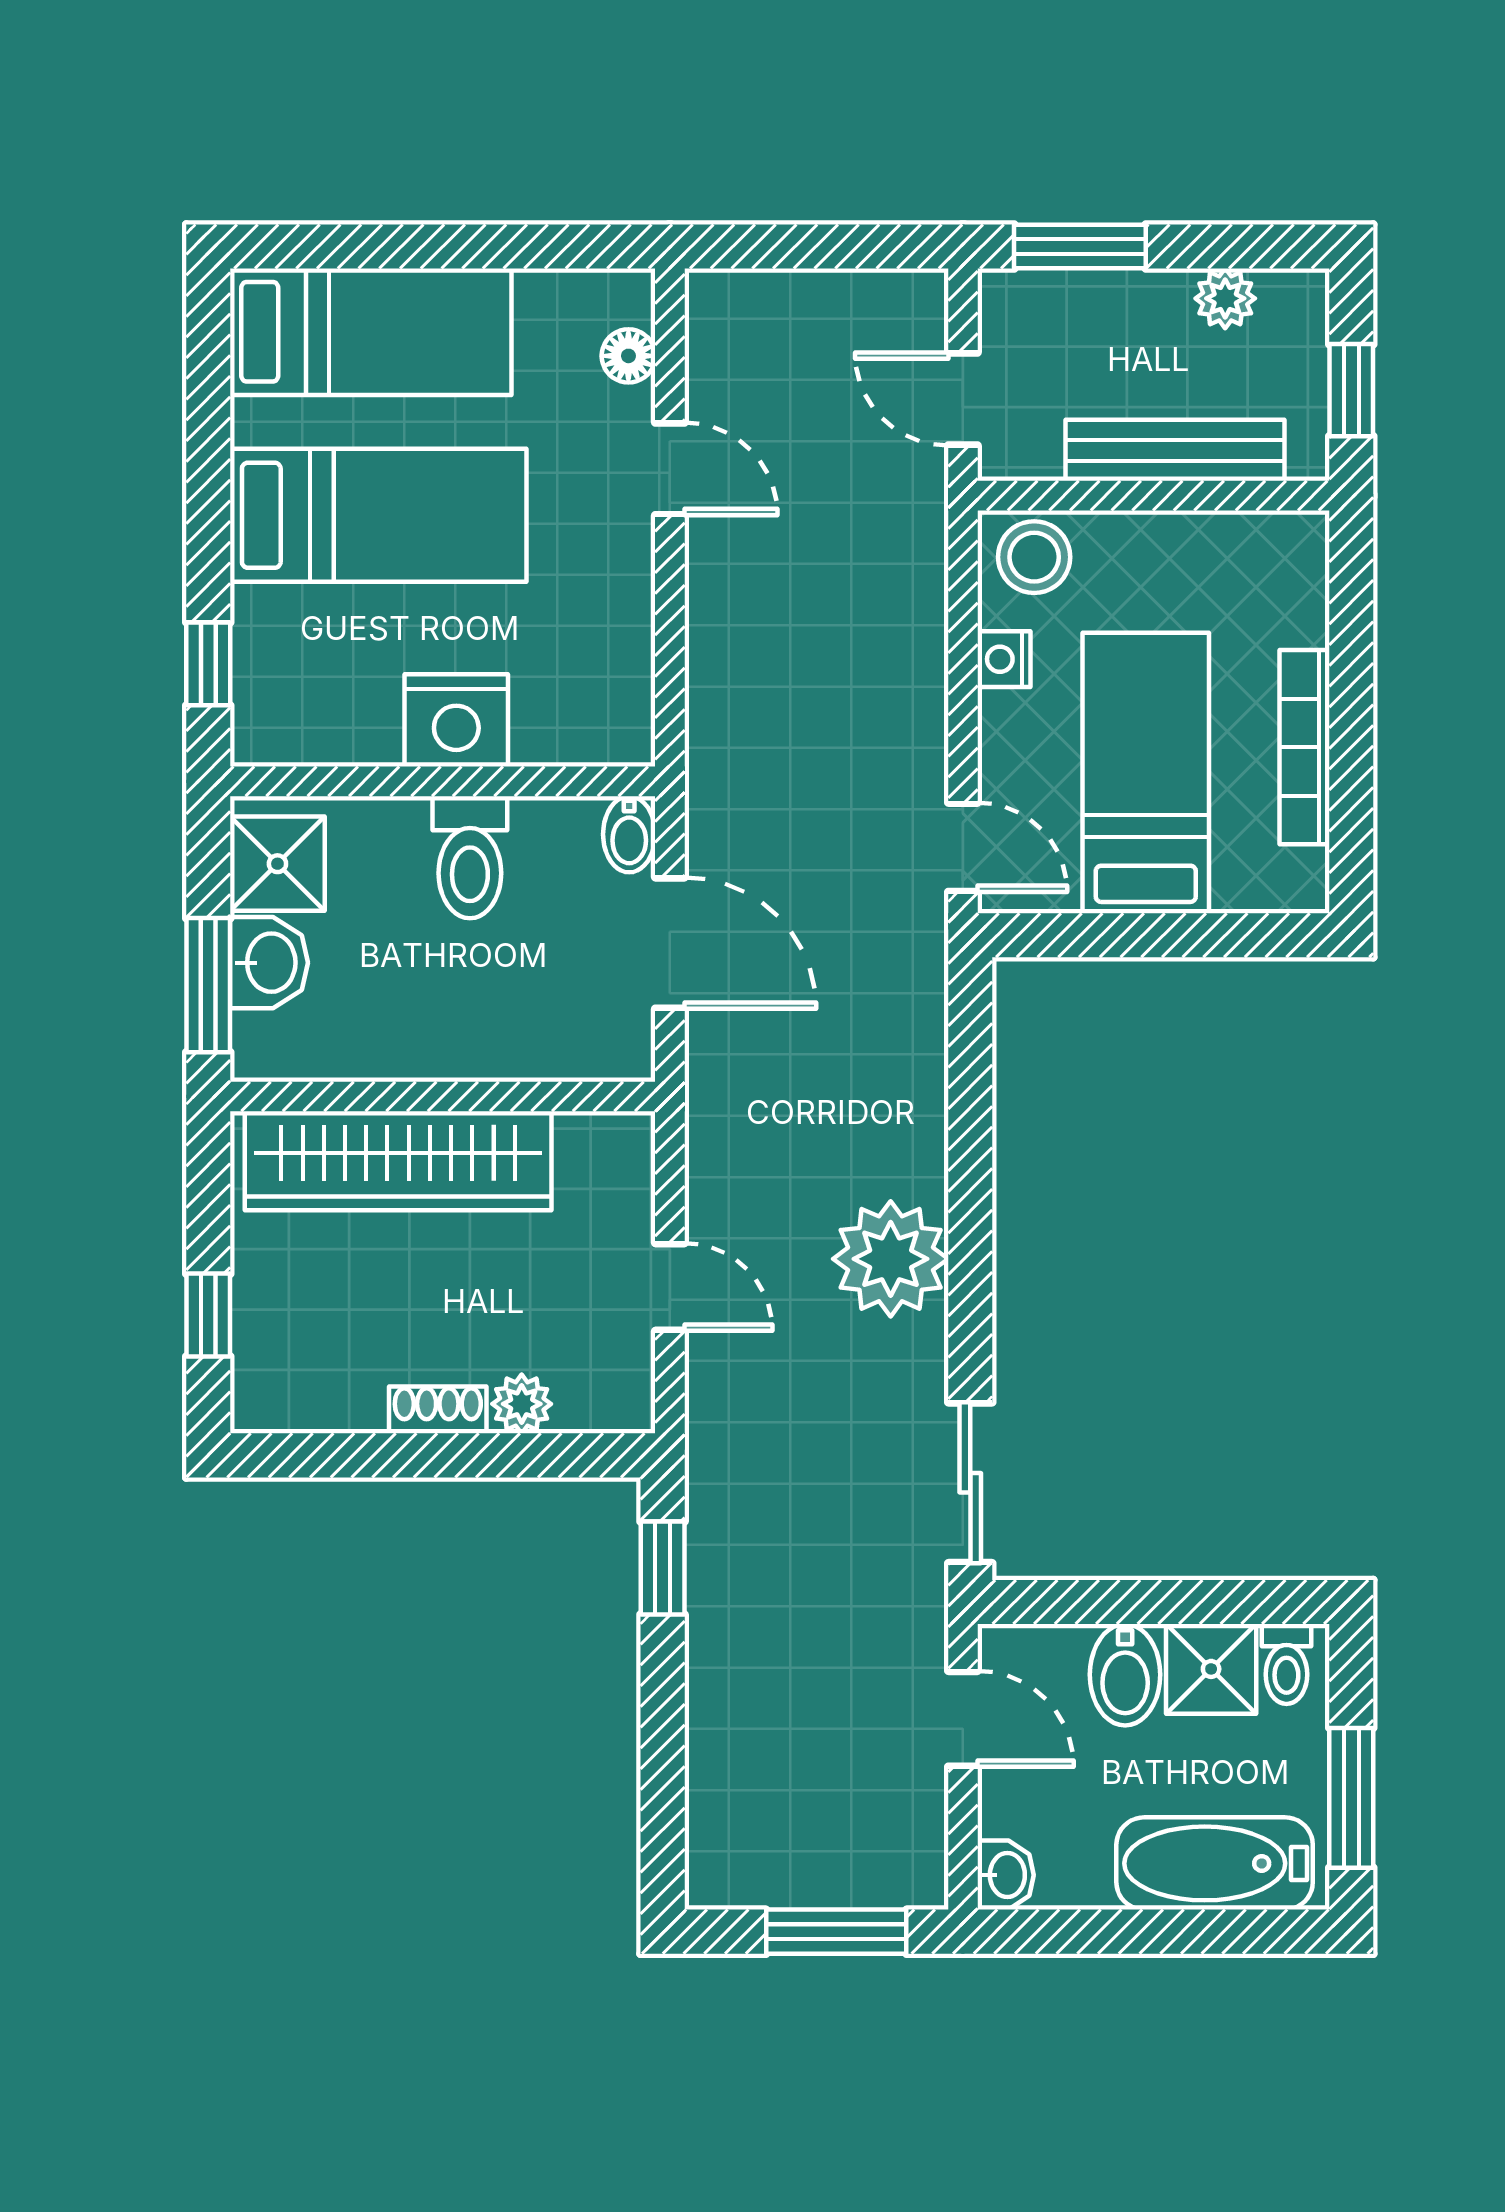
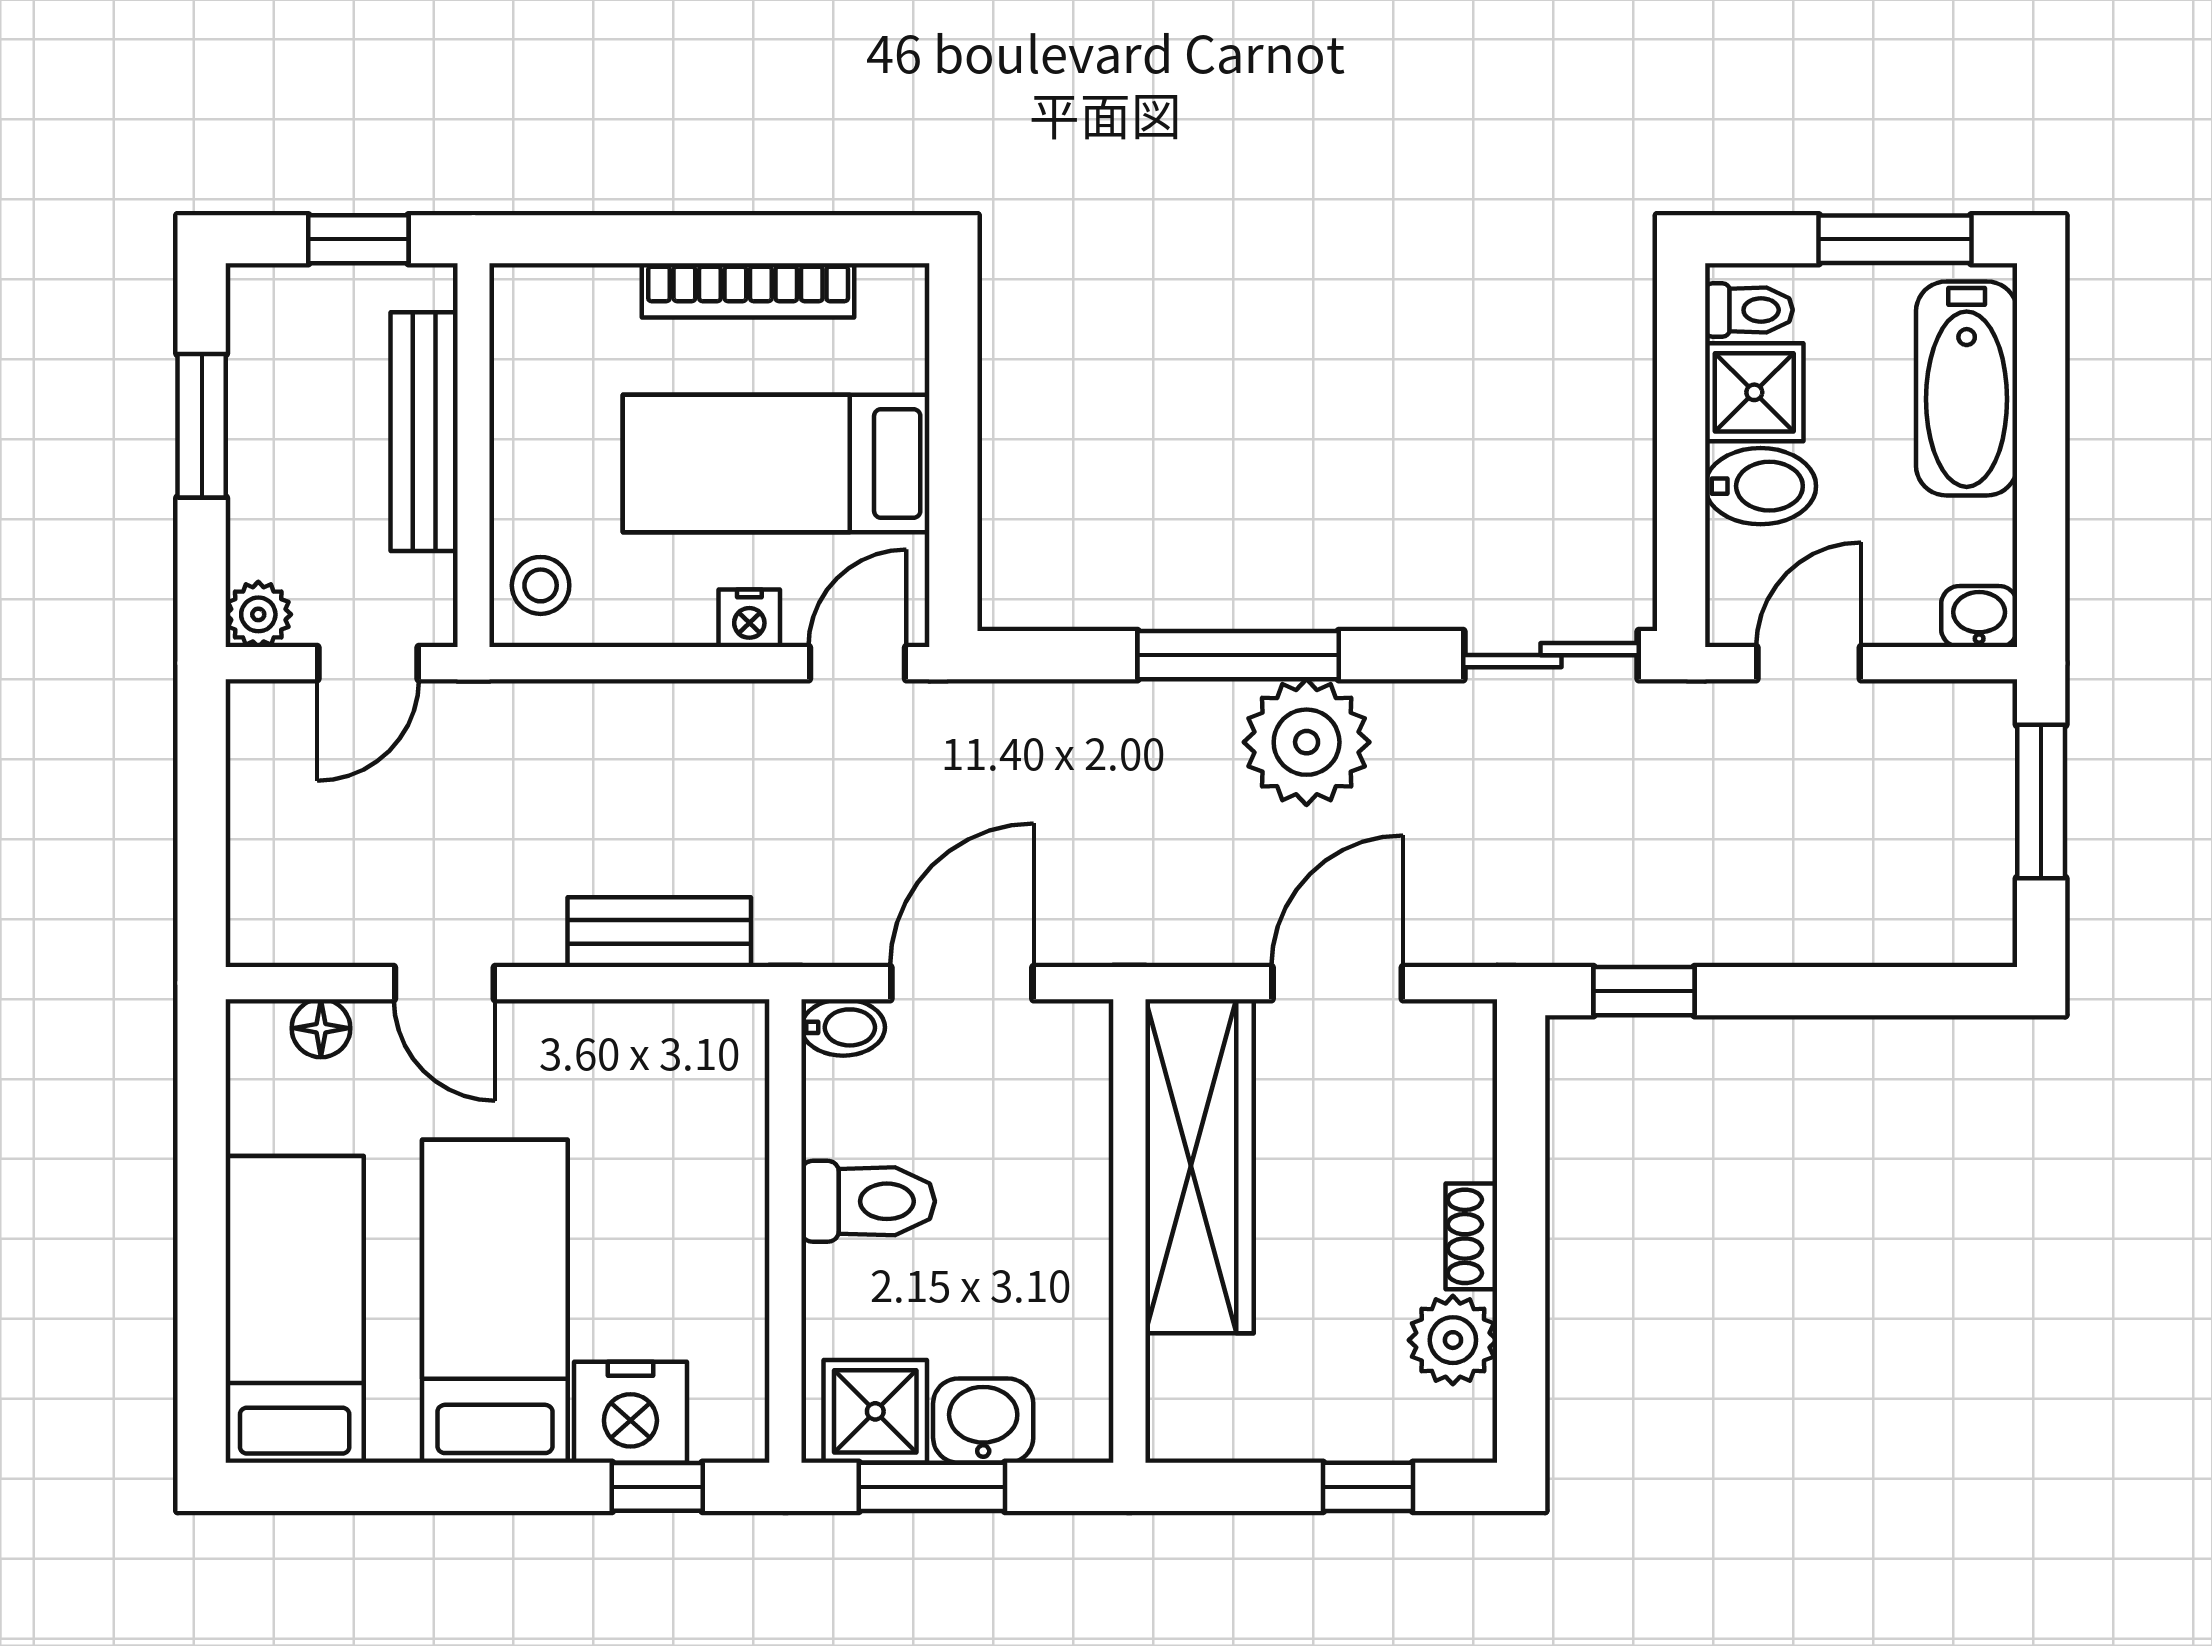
window: (1080, 247) -> (202, 426), moved
plant: (1225, 298) -> (258, 614), moved
door: (670, 469) -> (444, 983), swing flipped
stool: (1034, 557) -> (541, 585), width x0.73, depth x0.73
nightstand: (1004, 659) -> (749, 618), moved
bench: (717, 666) -> (659, 932), added
nightstand: (456, 720) -> (630, 1412), moved, turned 90
window: (208, 985) -> (932, 1487), moved
wardrobe: (398, 1161) -> (1199, 1166), moved
window: (970, 1196) -> (1238, 655), added
door: (670, 1287) -> (1337, 983), width x1.38
plant: (522, 1404) -> (1453, 1340), moved, width x1.38, depth x1.38

